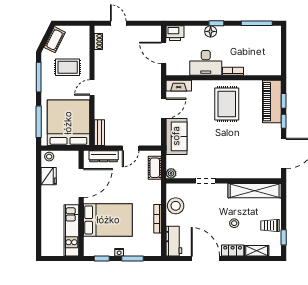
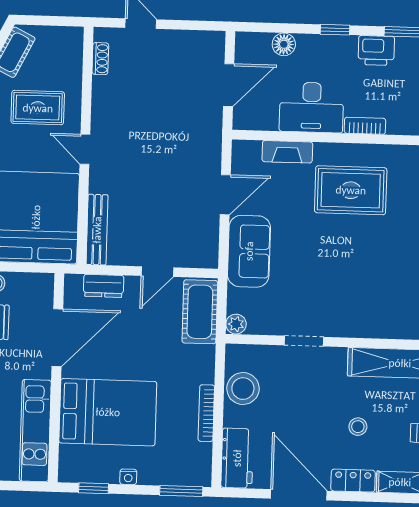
floor lamp: (211, 31) -> (284, 44), moved
printer: (175, 33) -> (376, 50), moved
door: (164, 53) -> (229, 85), swing flipped
fireplace: (179, 86) -> (287, 152), moved
door: (92, 88) -> (85, 149), hinge flipped
rug: (227, 104) -> (351, 190), turned 90
bench: (99, 133) -> (97, 230), width x1.36
dresser: (104, 156) -> (104, 286), width x0.70
cot: (155, 168) -> (200, 312), width x1.37, depth x1.34
window: (133, 259) -> (181, 491), moved

